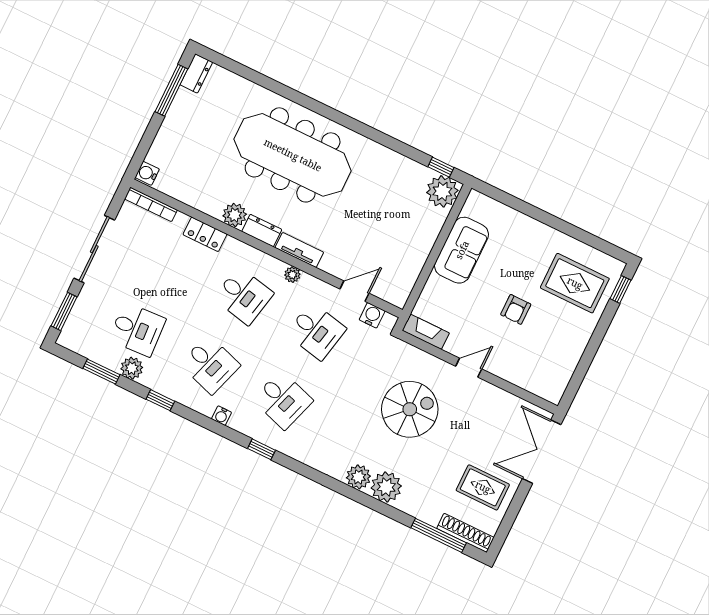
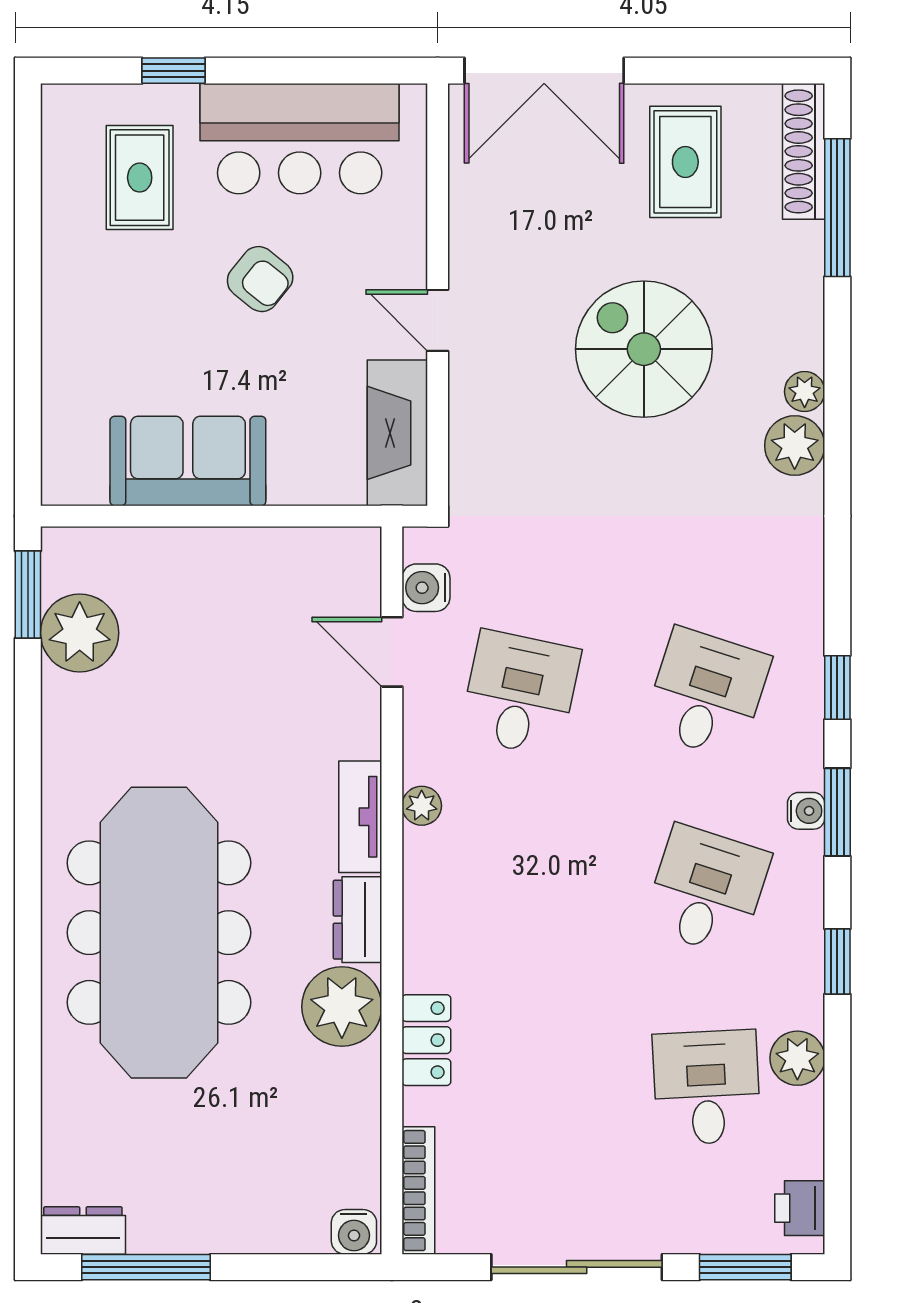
window: (441, 167) -> (28, 595), width x1.50
plant: (442, 191) -> (80, 633), moved
plant: (235, 215) -> (342, 1007), width x1.36, depth x1.36
rug: (575, 283) -> (140, 178), width x0.73, depth x0.70
window: (621, 289) -> (173, 71), moved
desk: (243, 296) -> (520, 890), removed
armchair: (516, 309) -> (260, 279), turned 39
fireplace: (426, 332) -> (397, 433), width x1.37, depth x1.32
printer: (76, 342) -> (800, 1208), added
bar counter: (561, 349) -> (300, 139), added
window: (101, 372) -> (837, 812), moved
spiral stairs: (410, 409) -> (644, 349), moved
plant: (386, 487) -> (805, 392), width x0.53, depth x0.53

